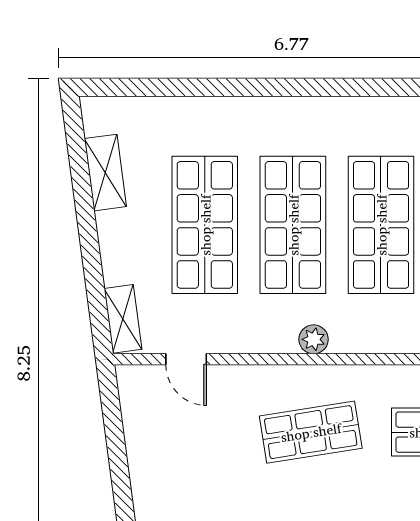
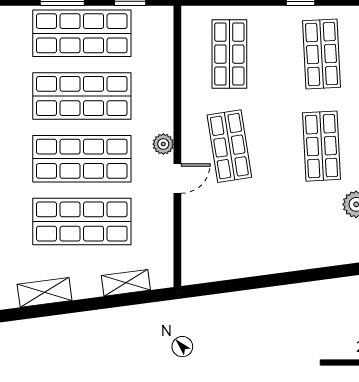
shelving: (123, 319) -> (126, 283), moved
door: (186, 359) -> (177, 178), moved

